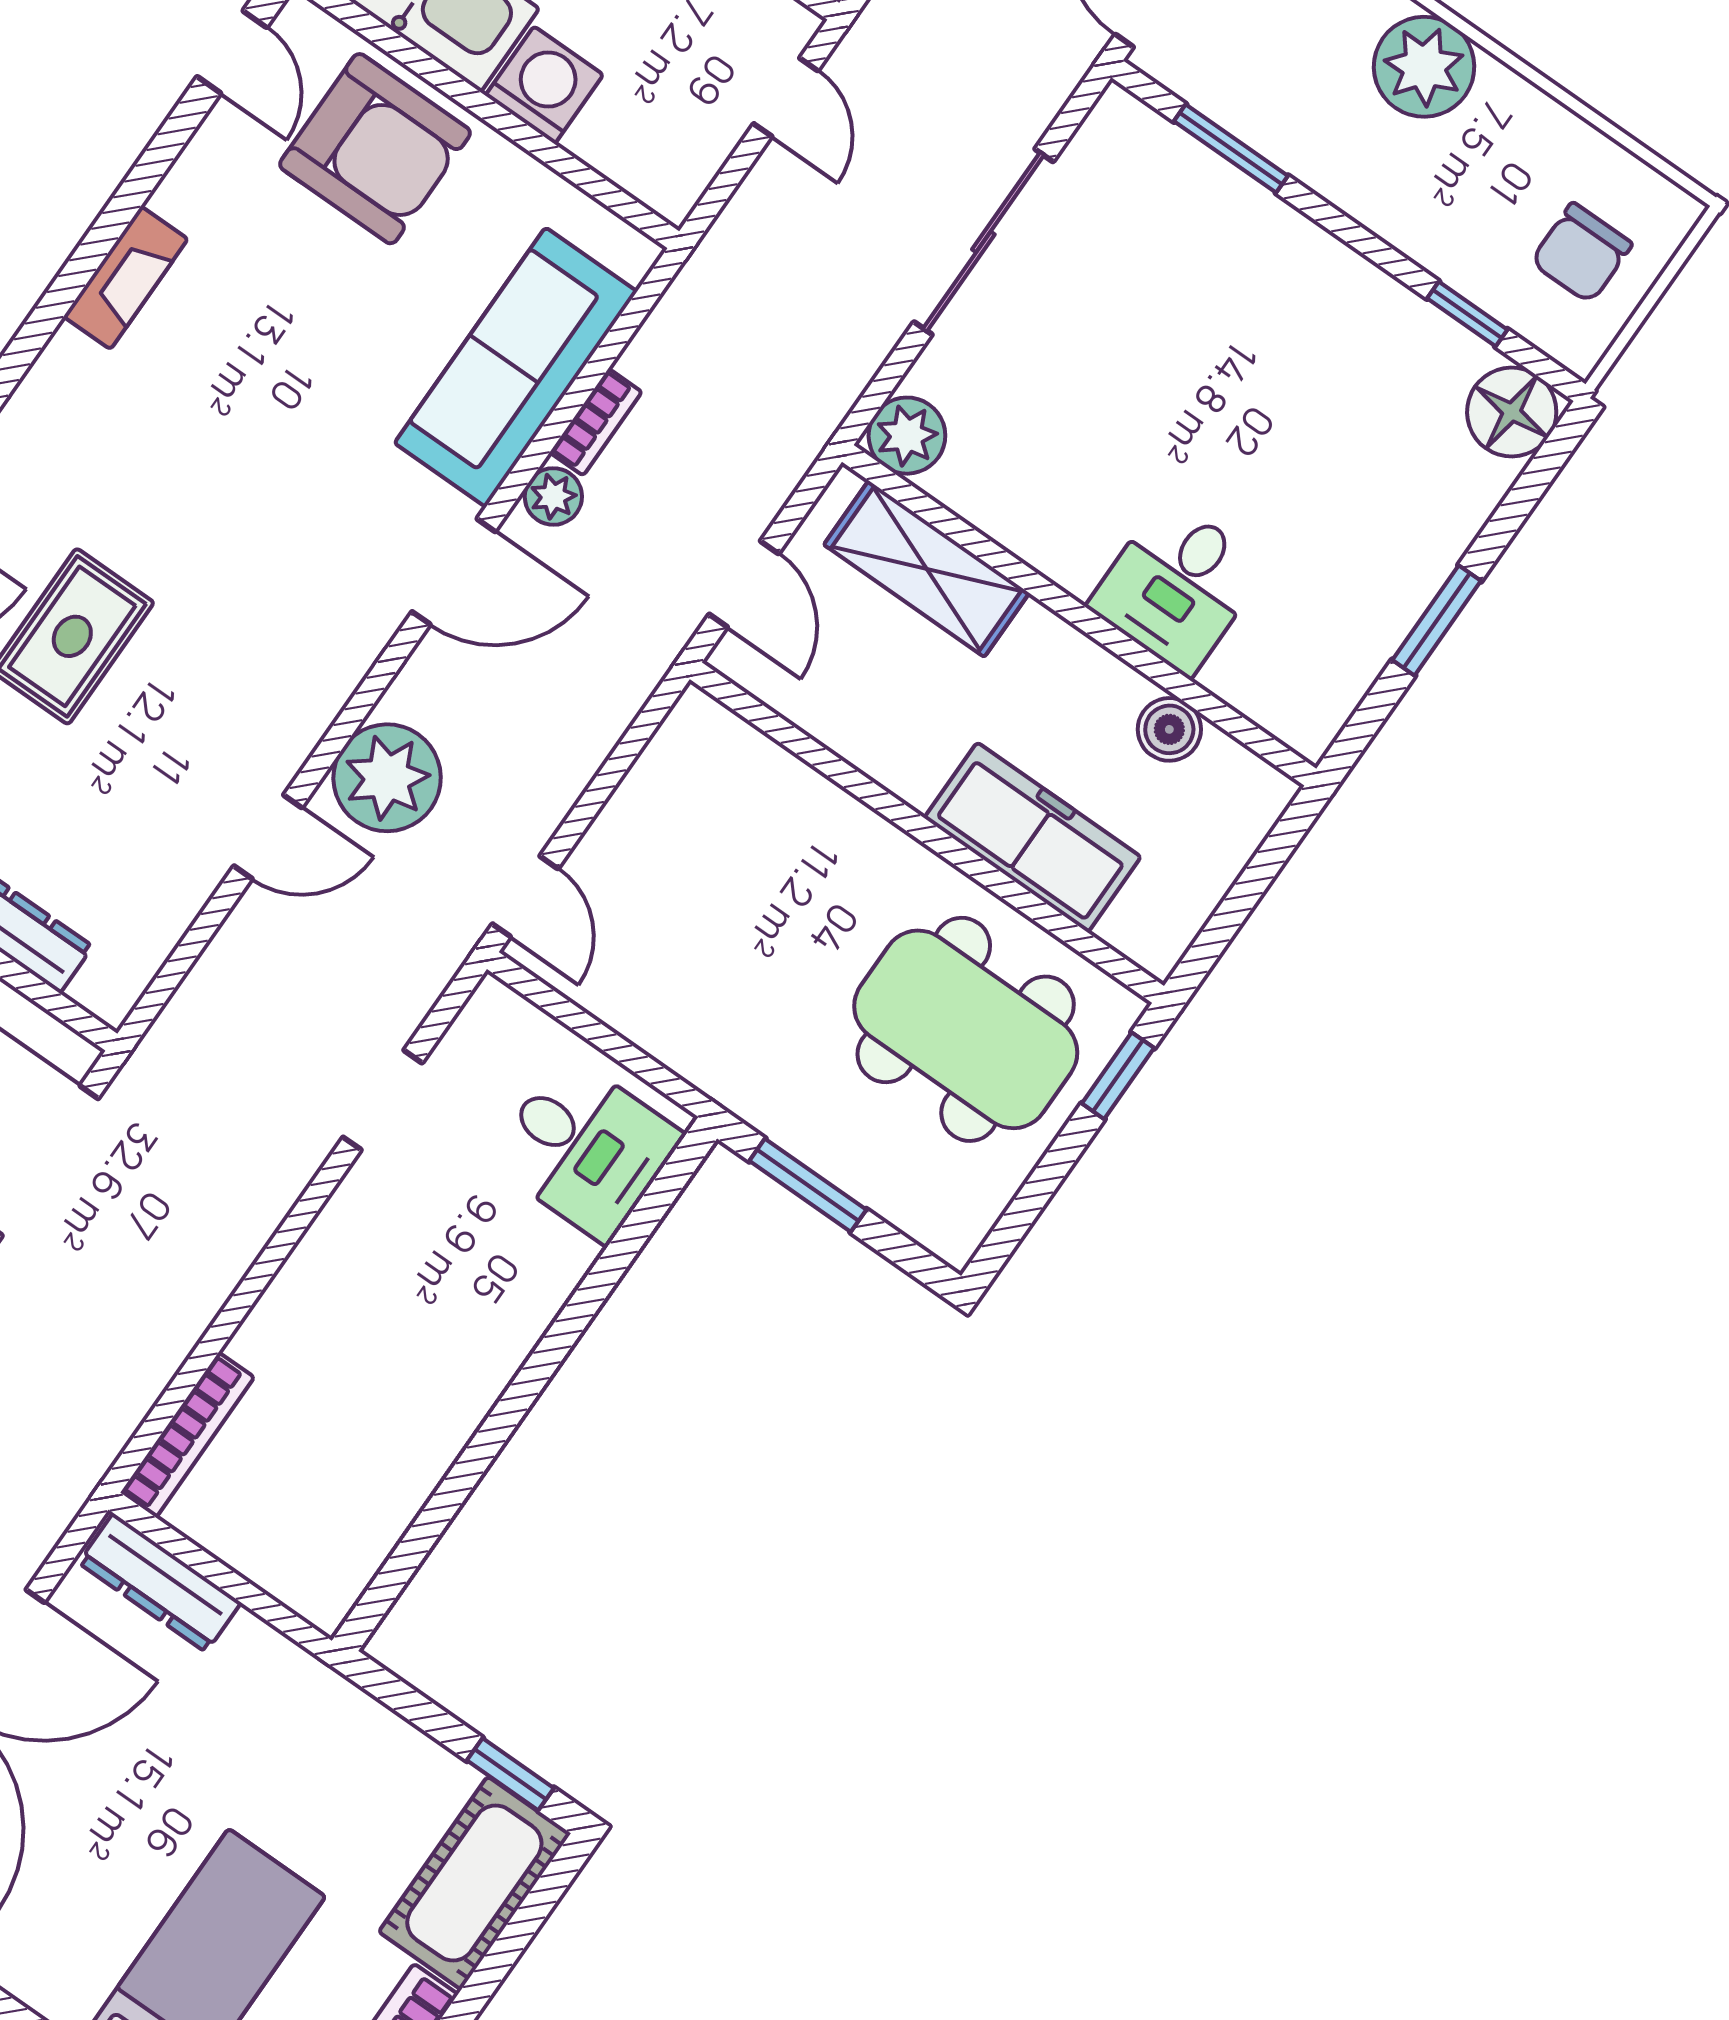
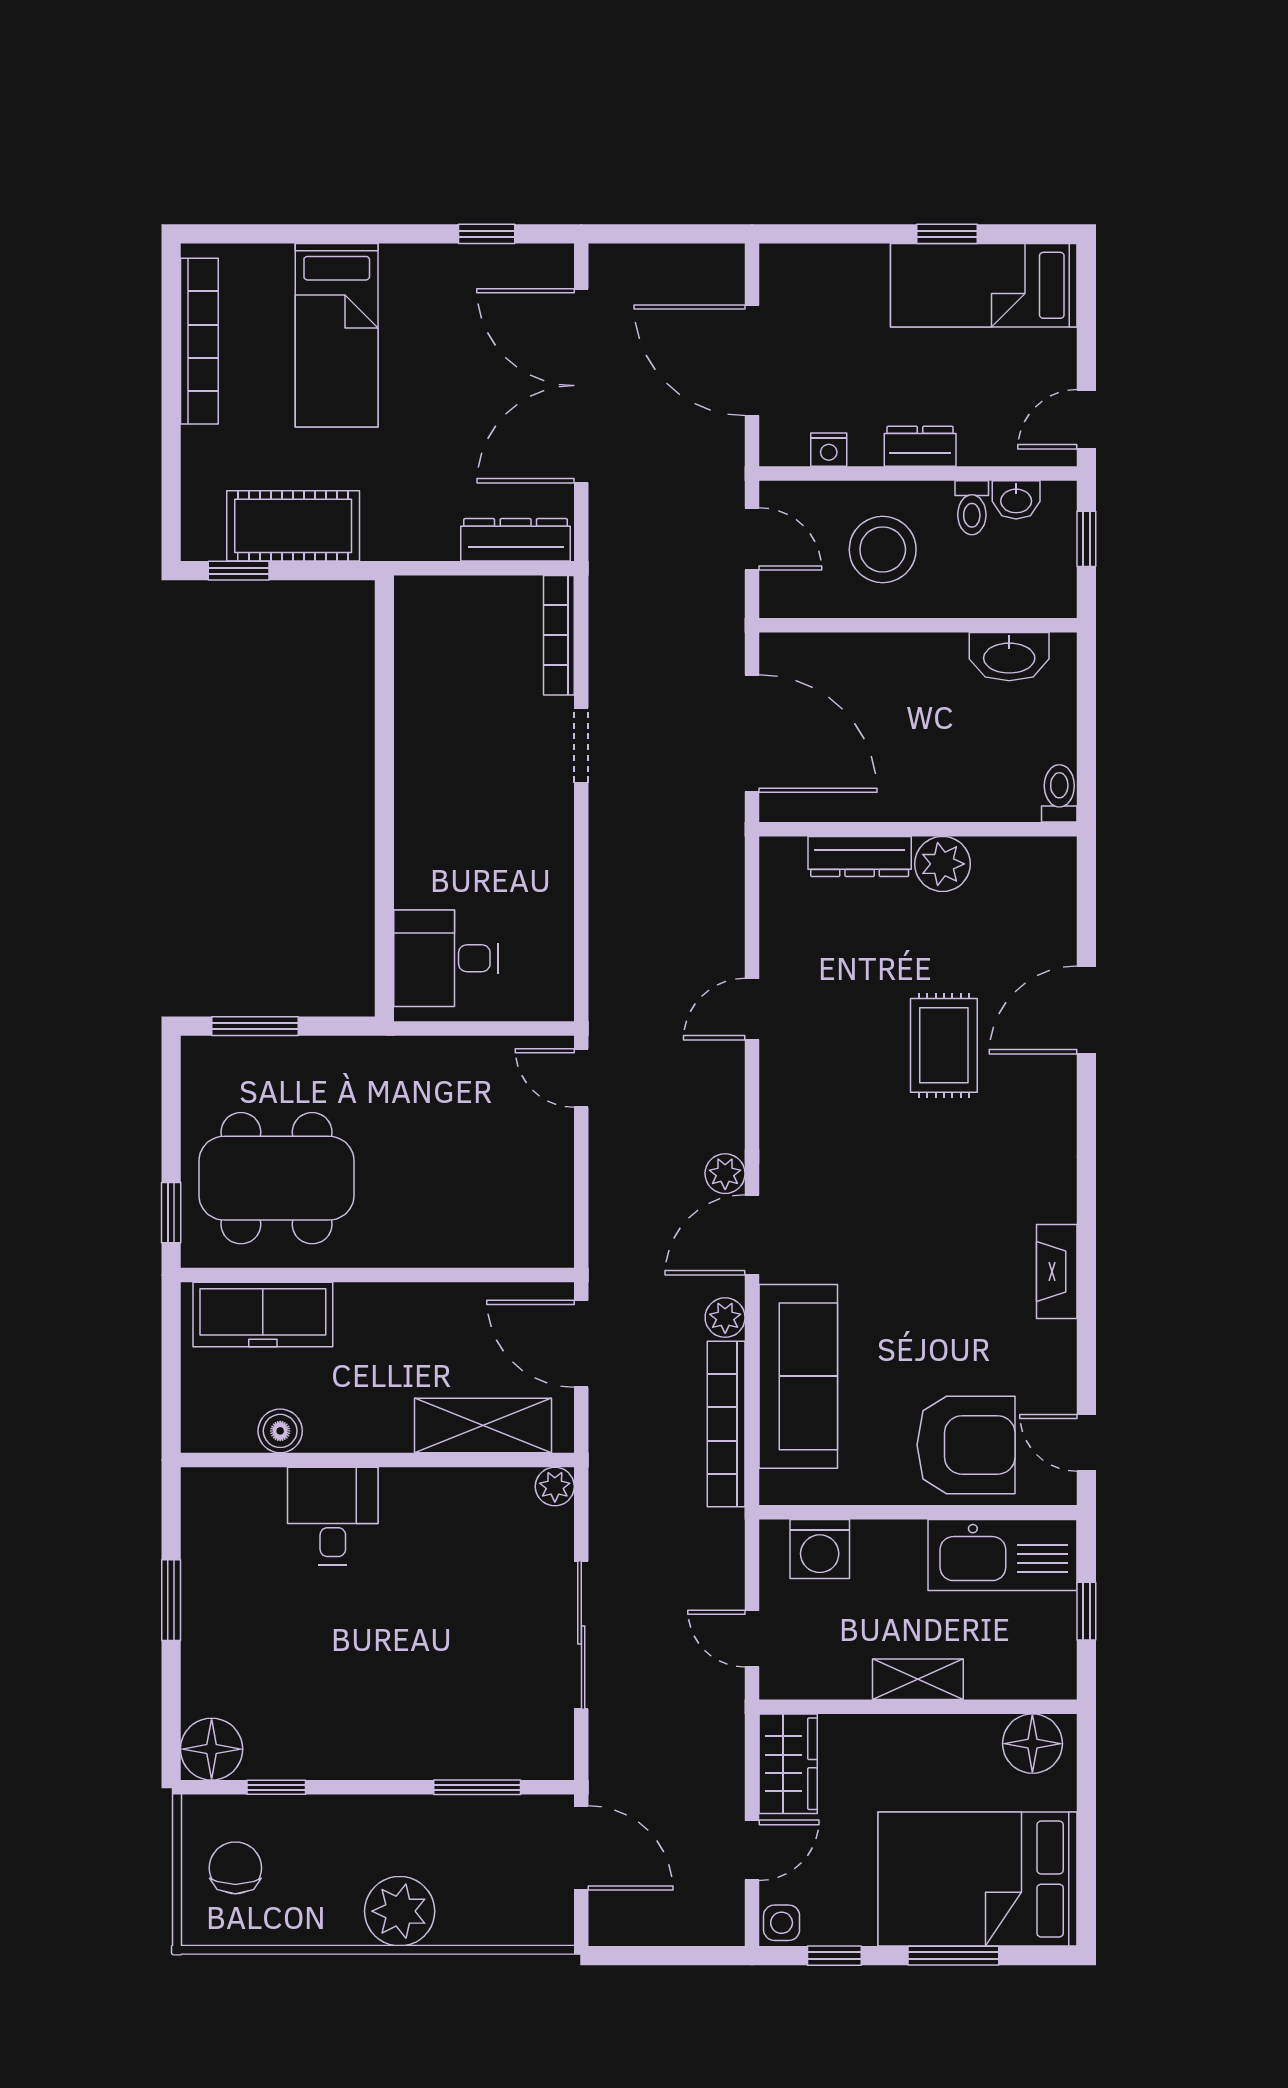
washing machine: (544, 85) -> (820, 1549), moved
armchair: (375, 149) -> (966, 1445), turned 180
bookcase: (596, 422) -> (726, 1424), width x2.31, depth x1.31
plant: (907, 436) -> (555, 1487), width x0.73, depth x0.73
door: (744, 584) -> (581, 1344), width x1.38
plant: (387, 778) -> (725, 1174), moved, width x0.53, depth x0.53
freezer: (1033, 837) -> (263, 1315), moved
doorway: (383, 1100) -> (581, 745), moved
window: (808, 1185) -> (255, 1026), moved
cot: (474, 1883) -> (293, 526), moved, turned 90

